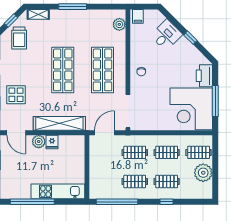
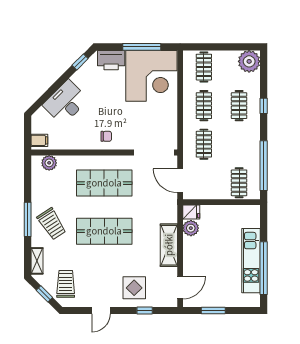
trolley: (69, 27) -> (52, 224), added
desk: (166, 35) -> (66, 102), width x1.37
trolley: (19, 38) -> (66, 284), turned -90
window: (190, 38) -> (80, 62), moved
shelving: (59, 123) -> (169, 245), width x0.68
plant: (39, 142) -> (191, 228), moved
fridge: (52, 142) -> (191, 212), moved
plant: (203, 173) -> (249, 61), moved
clothes rail: (135, 181) -> (239, 183), moved
kitchen unit: (58, 191) -> (251, 261), moved

